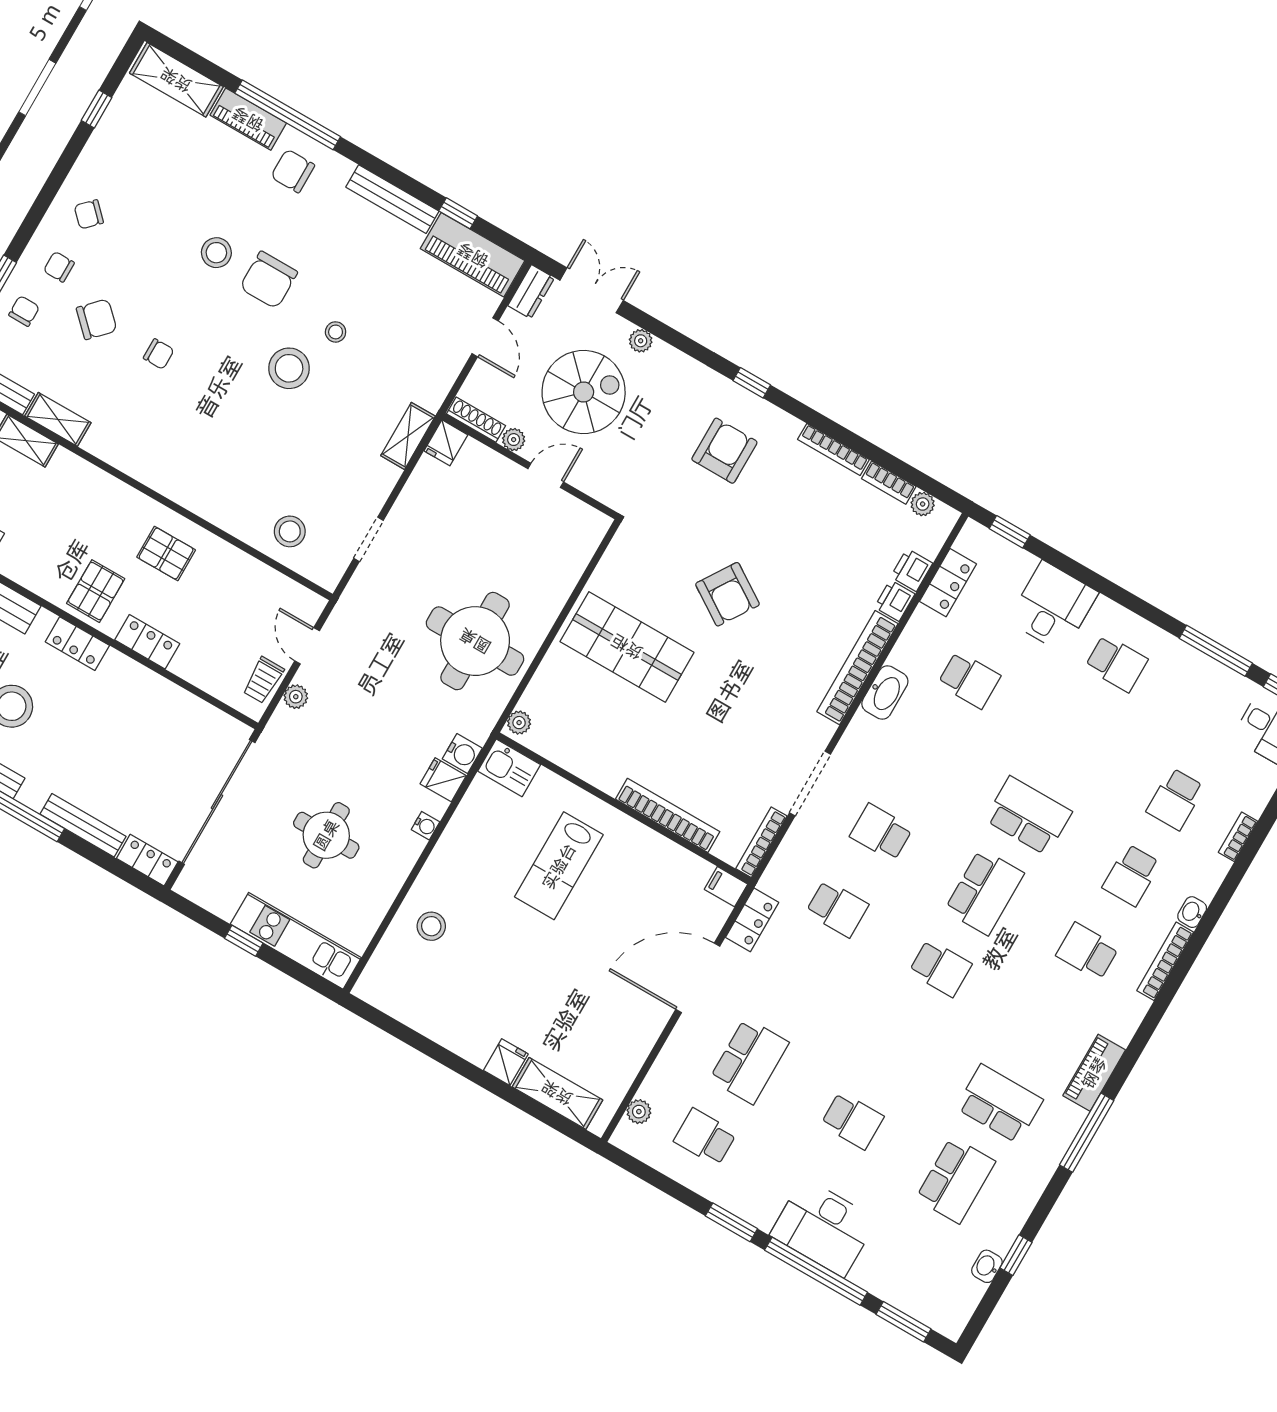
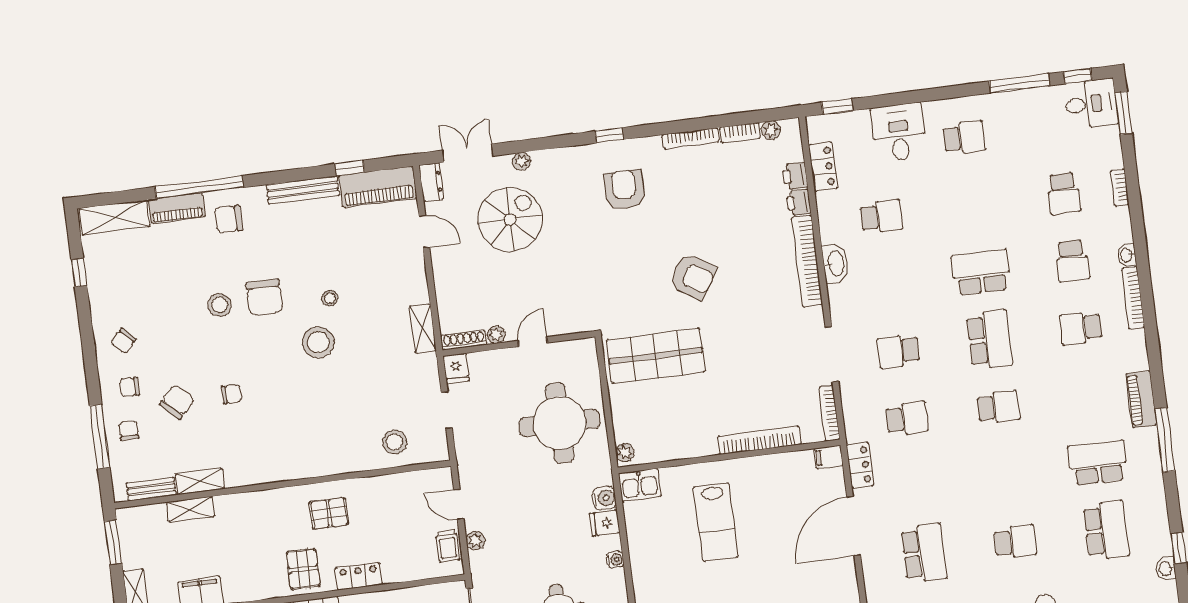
shoe rack: (476, 420) -> (464, 340), moved
plant: (514, 440) -> (496, 335), moved
fridge: (446, 443) -> (456, 368), moved
wall: (530, 466) -> (519, 344), moved
door: (546, 475) -> (533, 342), moved

